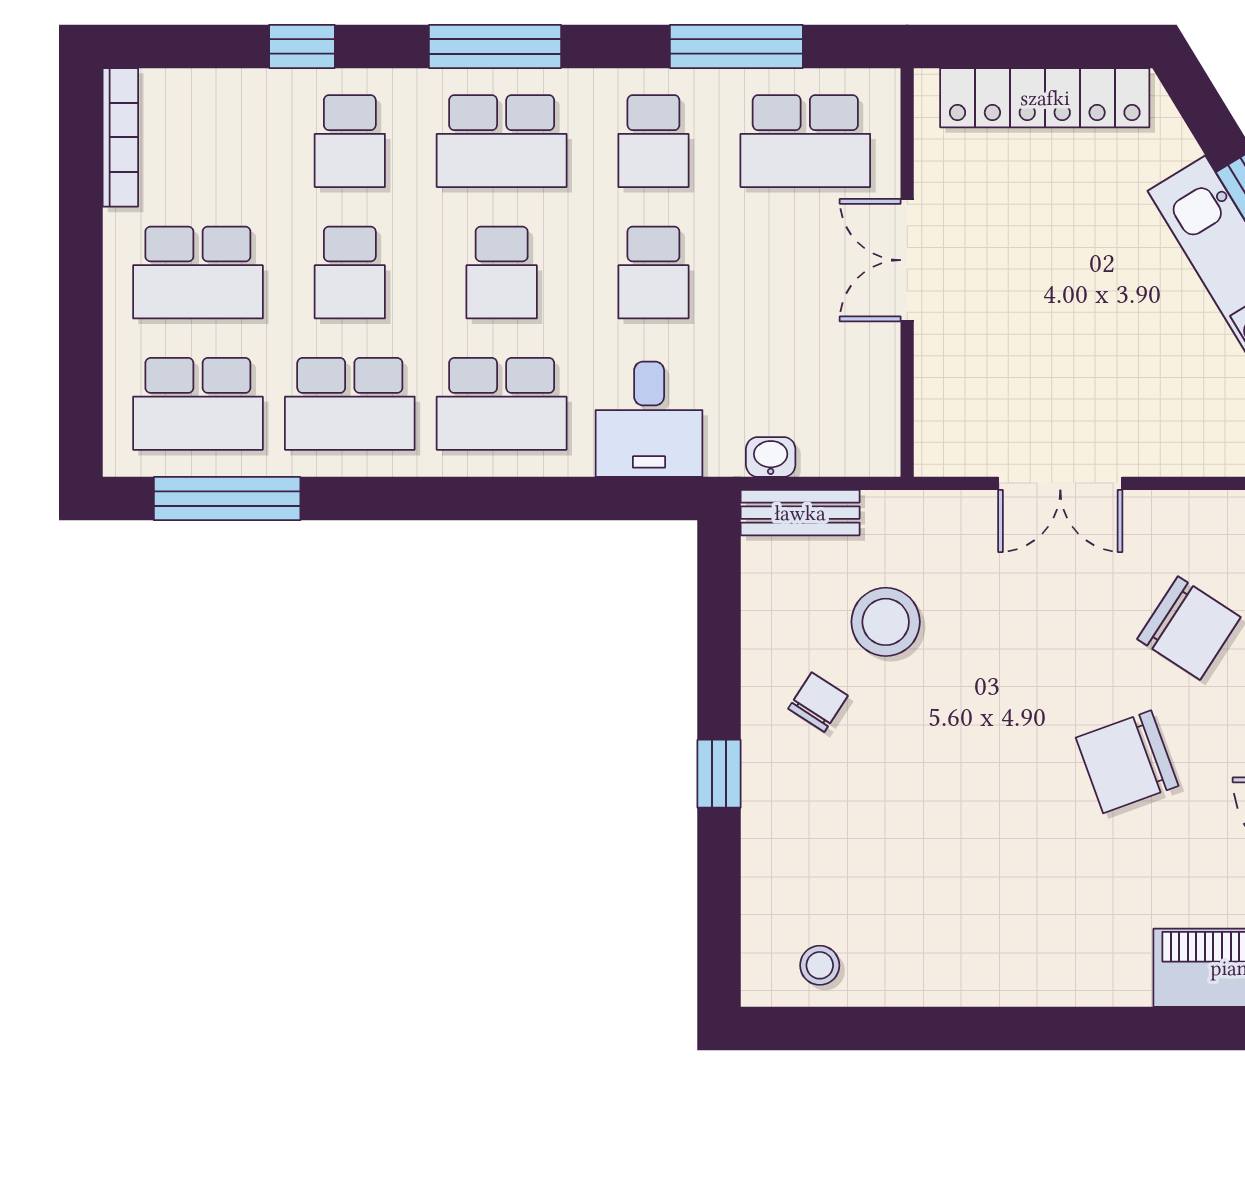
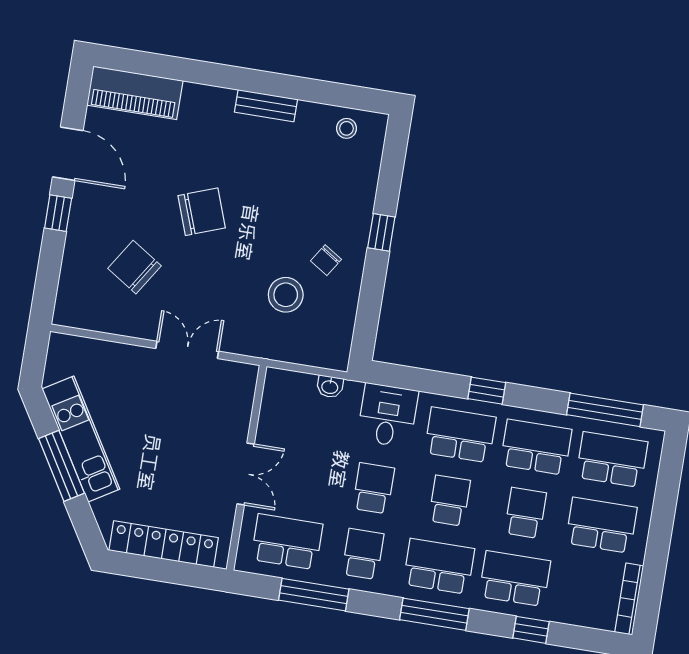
school desk: (350, 141) -> (515, 579), width x1.85
window: (464, 499) -> (487, 391), added
bench: (800, 513) -> (266, 106), moved
chair: (1127, 762) -> (202, 212), moved

